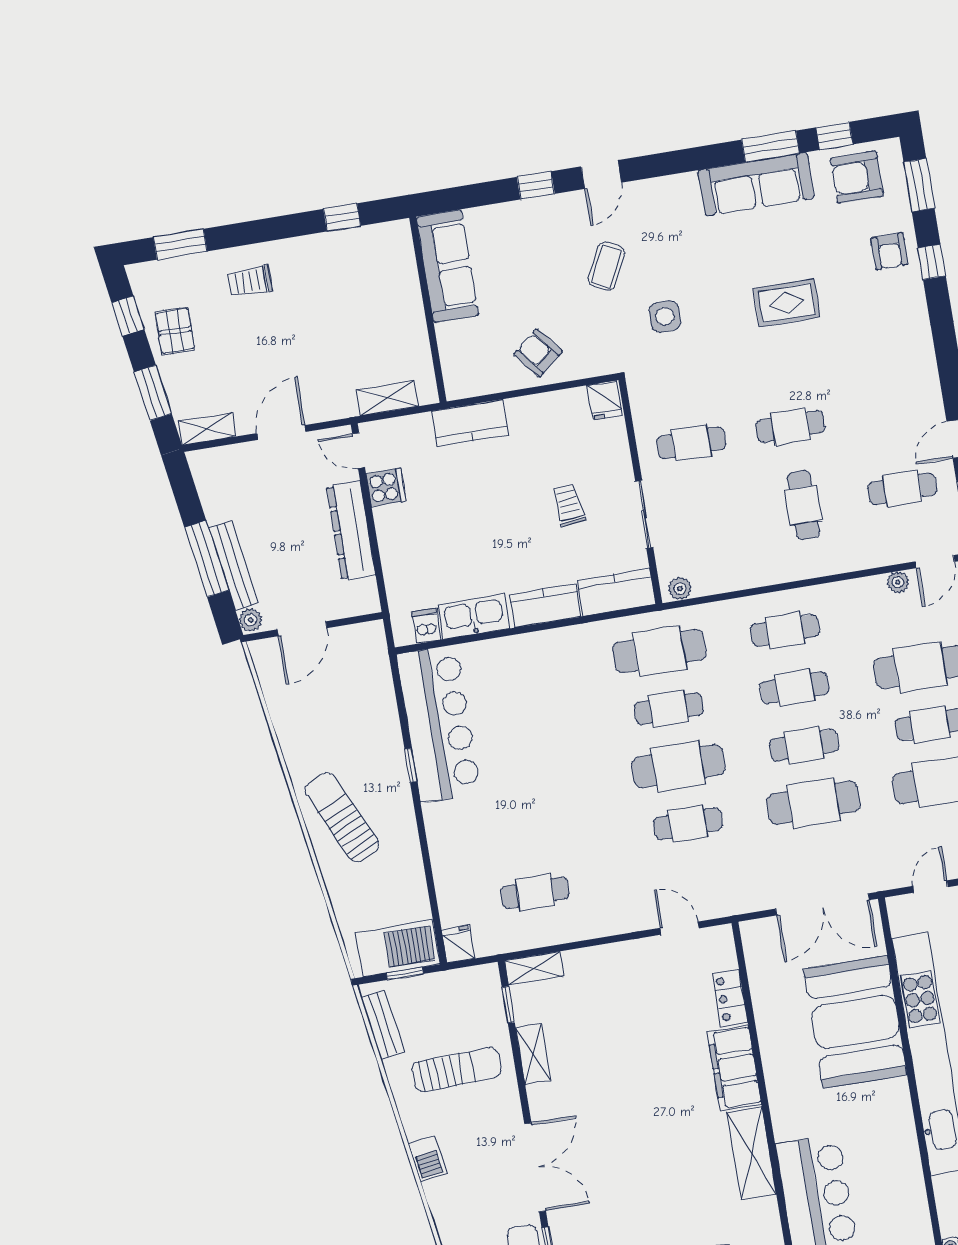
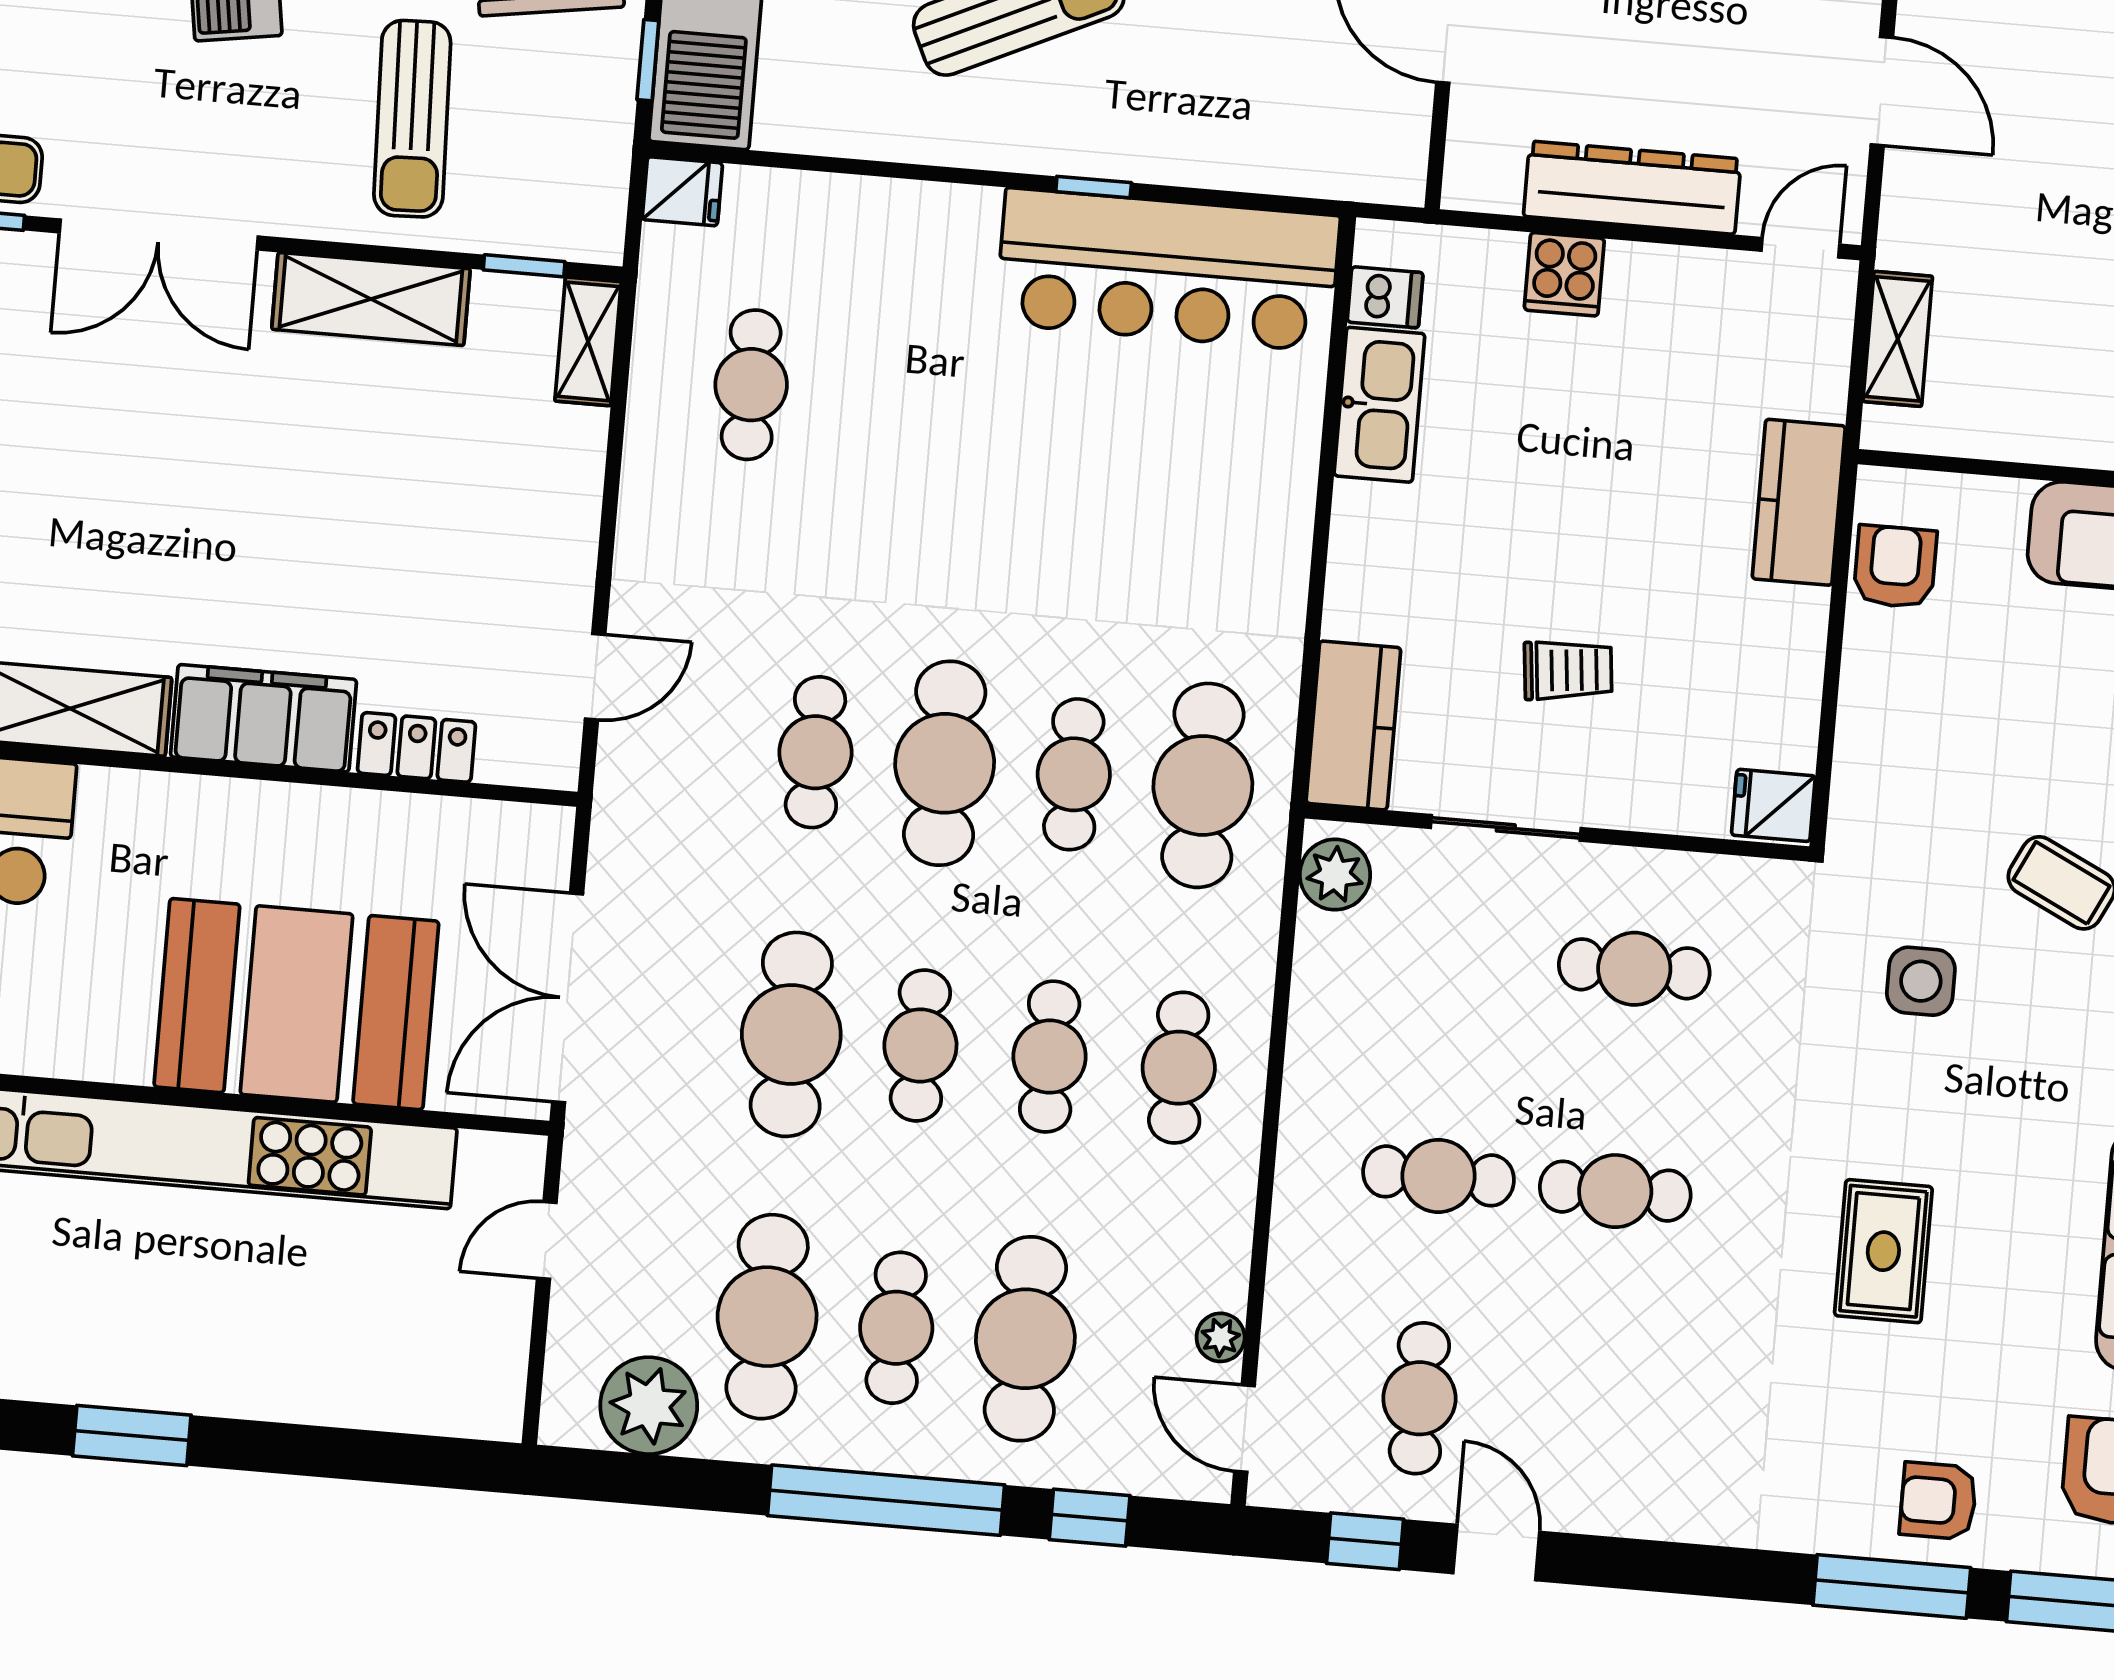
window: (932, 262) -> (1892, 1586), width x2.17
armchair: (538, 353) -> (1895, 567), moved, turned -51
cafe table: (790, 426) -> (1615, 1191), turned 90
cafe table: (691, 443) -> (1634, 969), turned 90
cooker: (386, 487) -> (1564, 274), moved
plant: (680, 589) -> (1335, 875), width x1.38, depth x1.38
kitchen counter: (545, 606) -> (1364, 565), removed
door: (930, 887) -> (547, 1240), swing flipped
shelving: (533, 1054) -> (371, 299), width x1.50, depth x1.33

